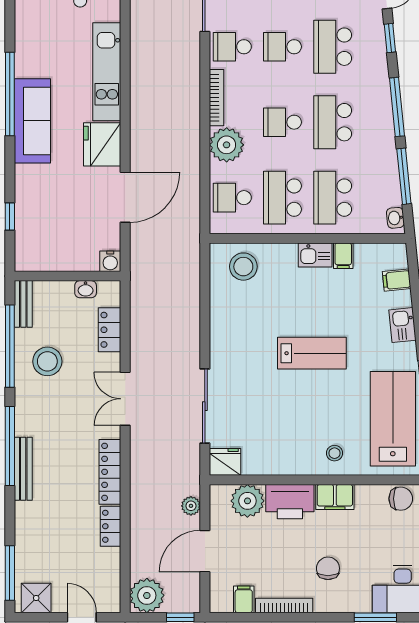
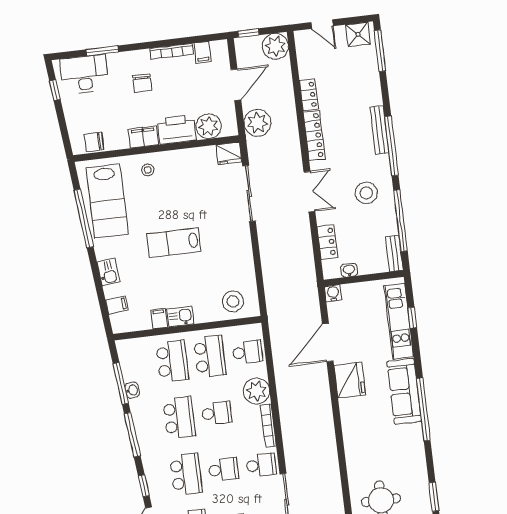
kitchen unit: (107, 72) -> (399, 321), moved, turned 180
washbasin: (395, 218) -> (132, 390), moved
stool: (47, 361) -> (366, 193), moved
plant: (191, 506) -> (257, 123), width x1.88, depth x1.88

